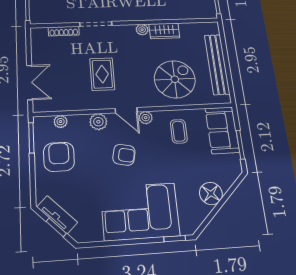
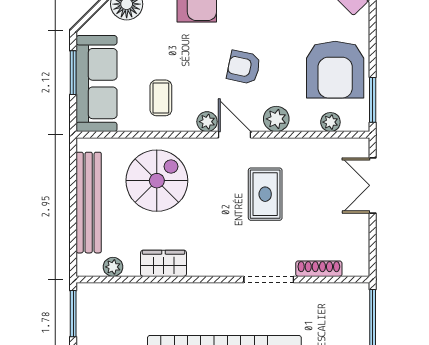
plant: (142, 30) -> (113, 267), moved
spiral stairs: (175, 79) -> (157, 181), turned 180
sofa: (222, 130) -> (97, 84), width x1.36
armchair: (59, 157) -> (335, 70), width x1.36, depth x1.36

